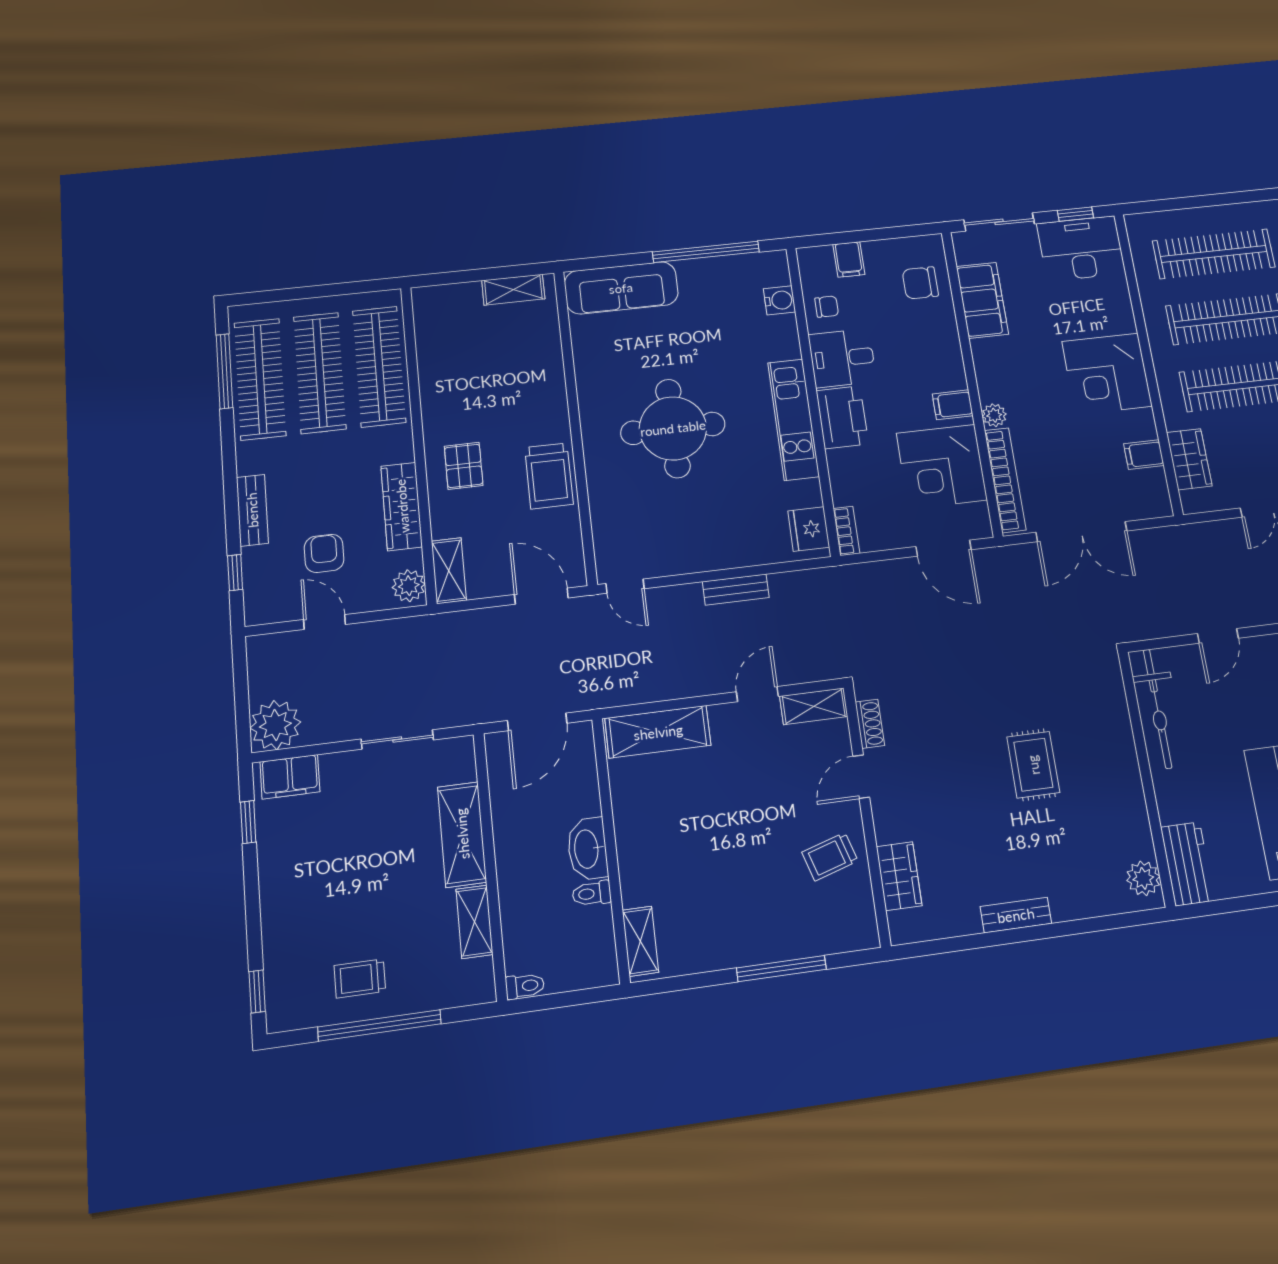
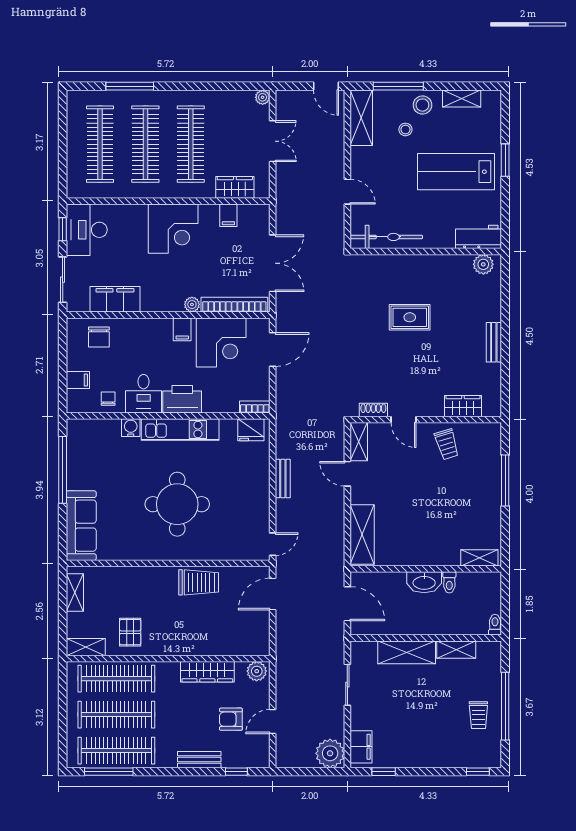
water cooler: (780, 300) -> (131, 428), moved
pallet: (464, 466) -> (130, 632), moved, turned 90
shelving: (449, 571) -> (86, 647), moved

